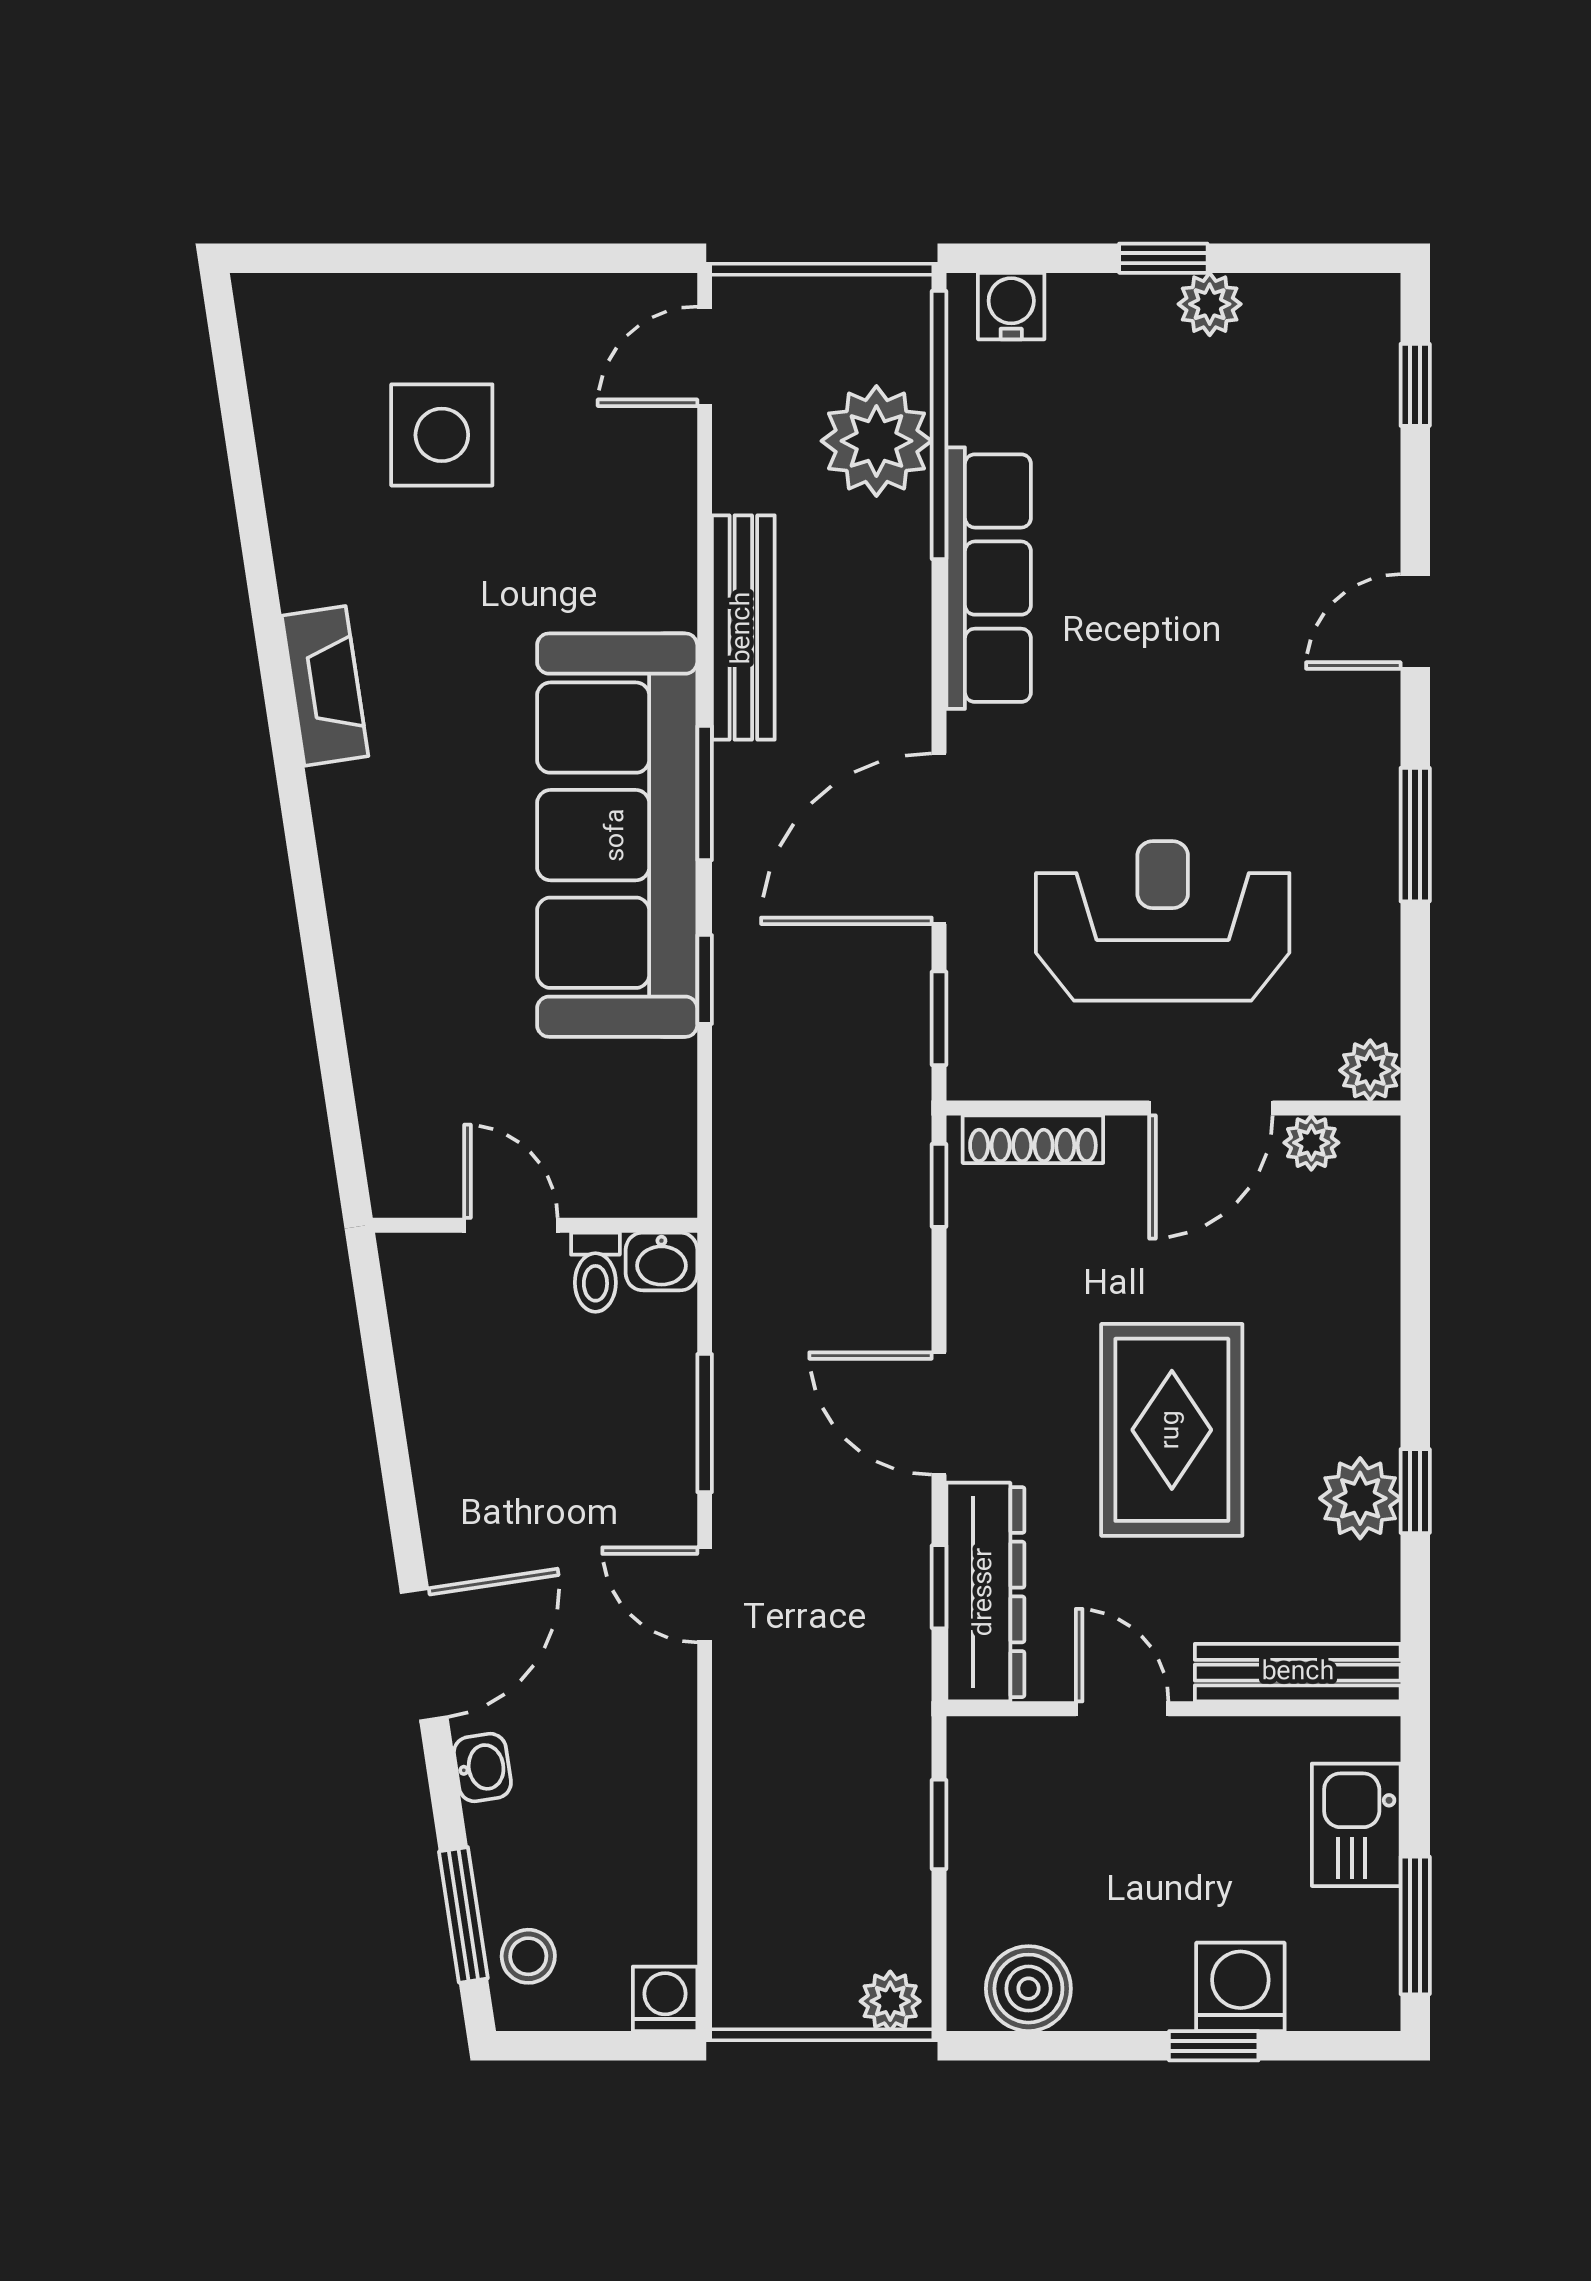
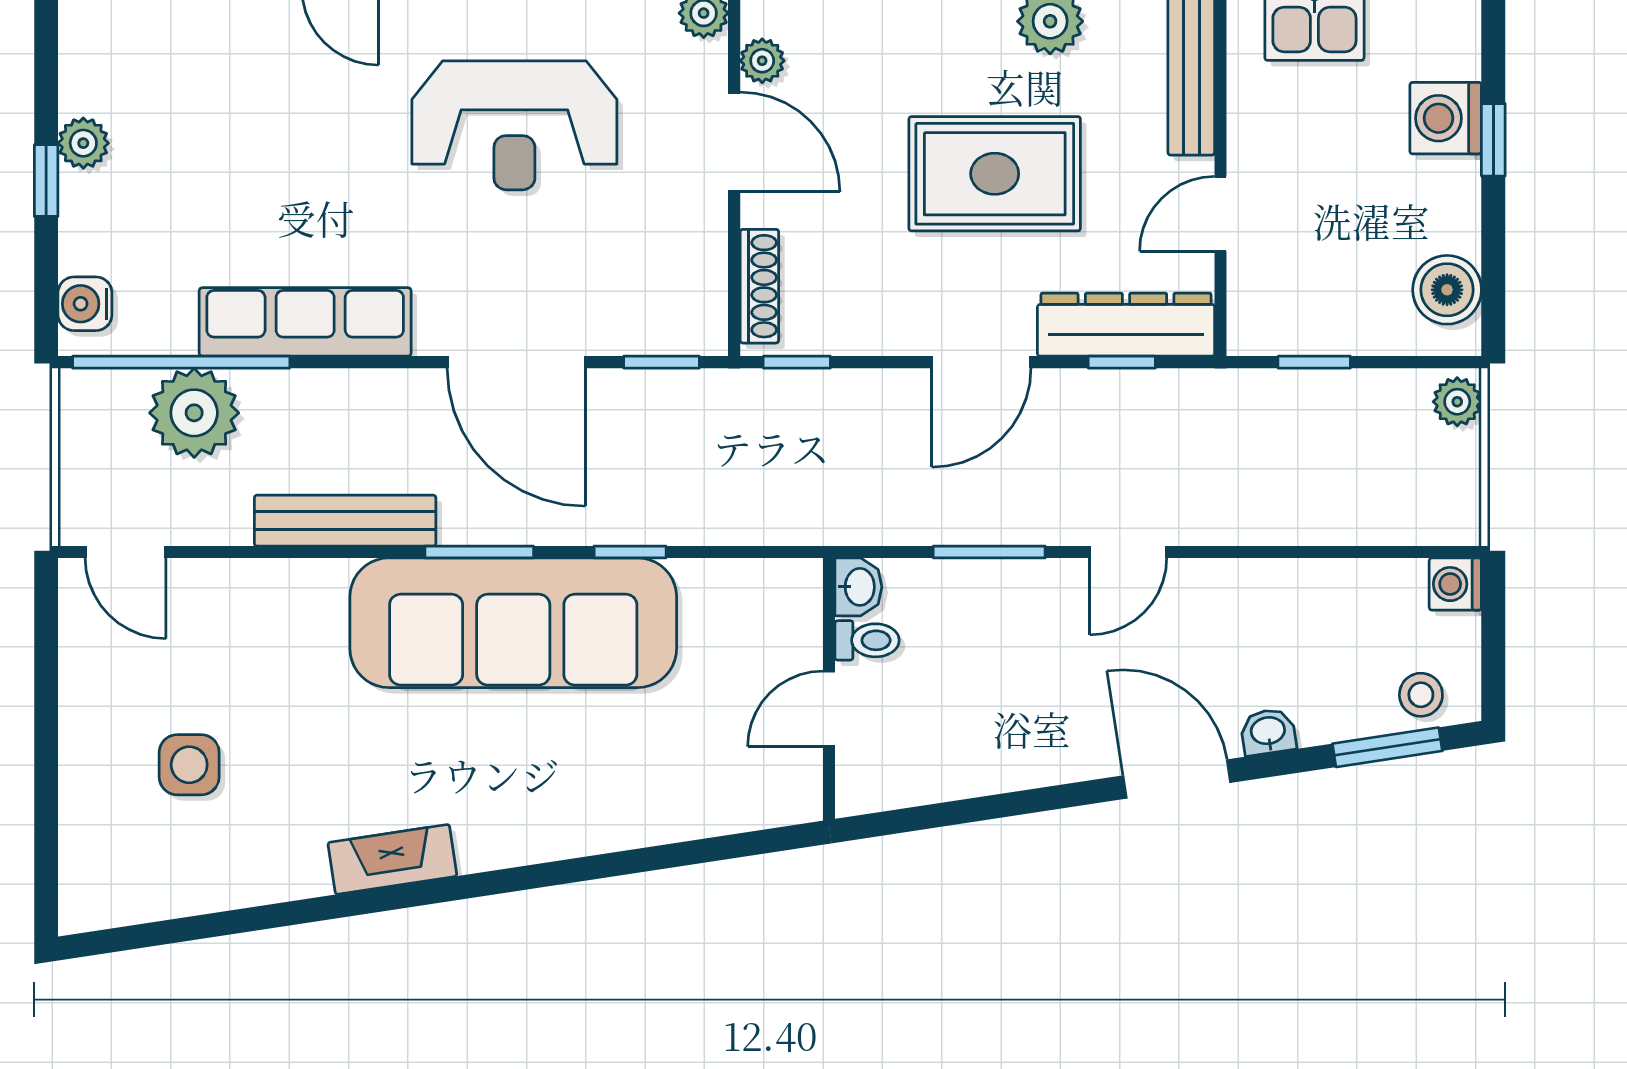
side table: (442, 435) -> (189, 765), width x0.73, depth x0.73
reception desk: (1163, 921) -> (514, 125), moved, turned -90

